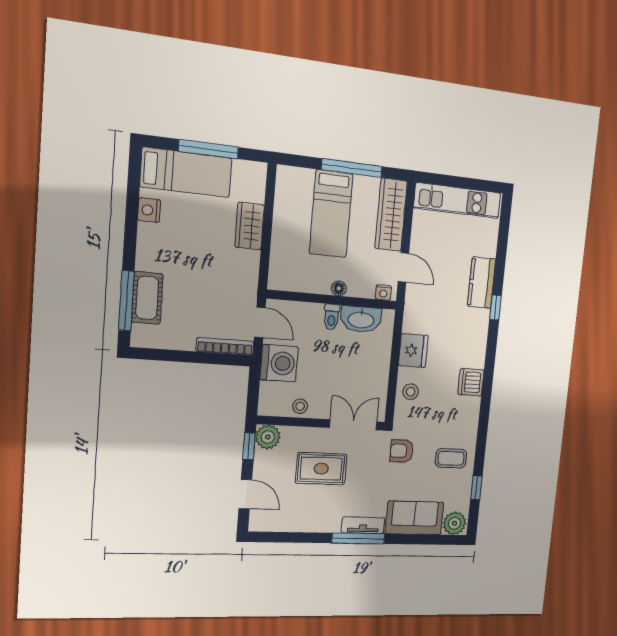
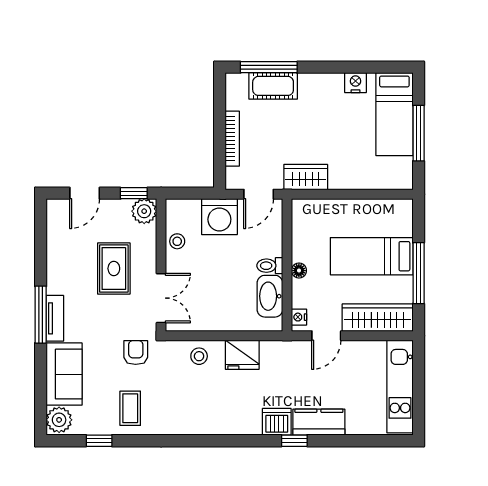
wardrobe: (250, 226) -> (306, 177), moved
bookcase: (225, 346) -> (232, 139), moved
dishwasher: (471, 382) -> (277, 422), moved

